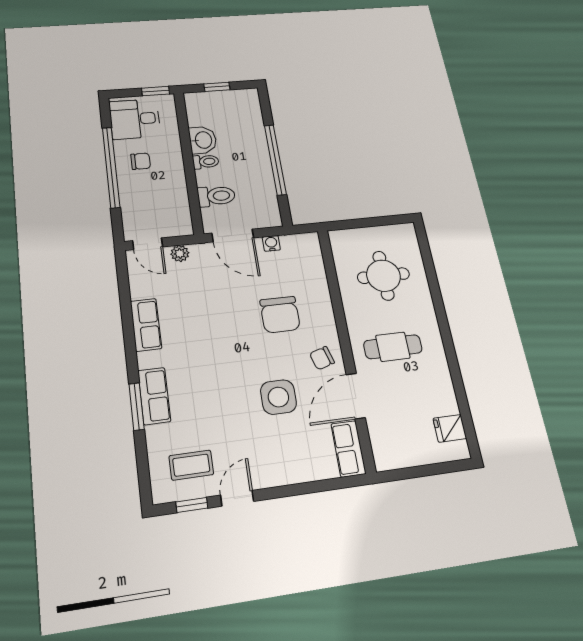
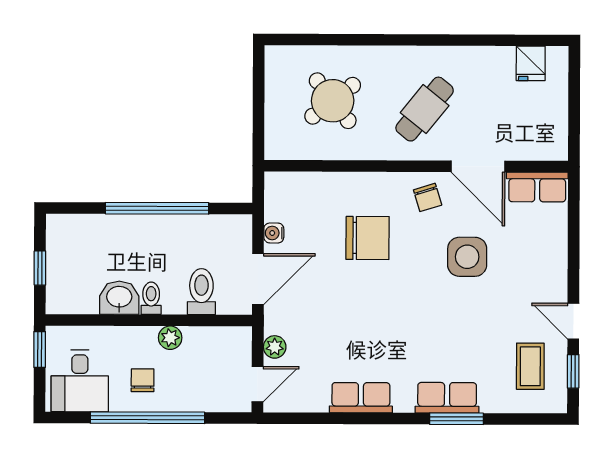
plant: (177, 177) -> (170, 338), added
round table: (383, 276) -> (333, 101), turned -38
cafe table: (393, 347) -> (425, 109), turned 39

